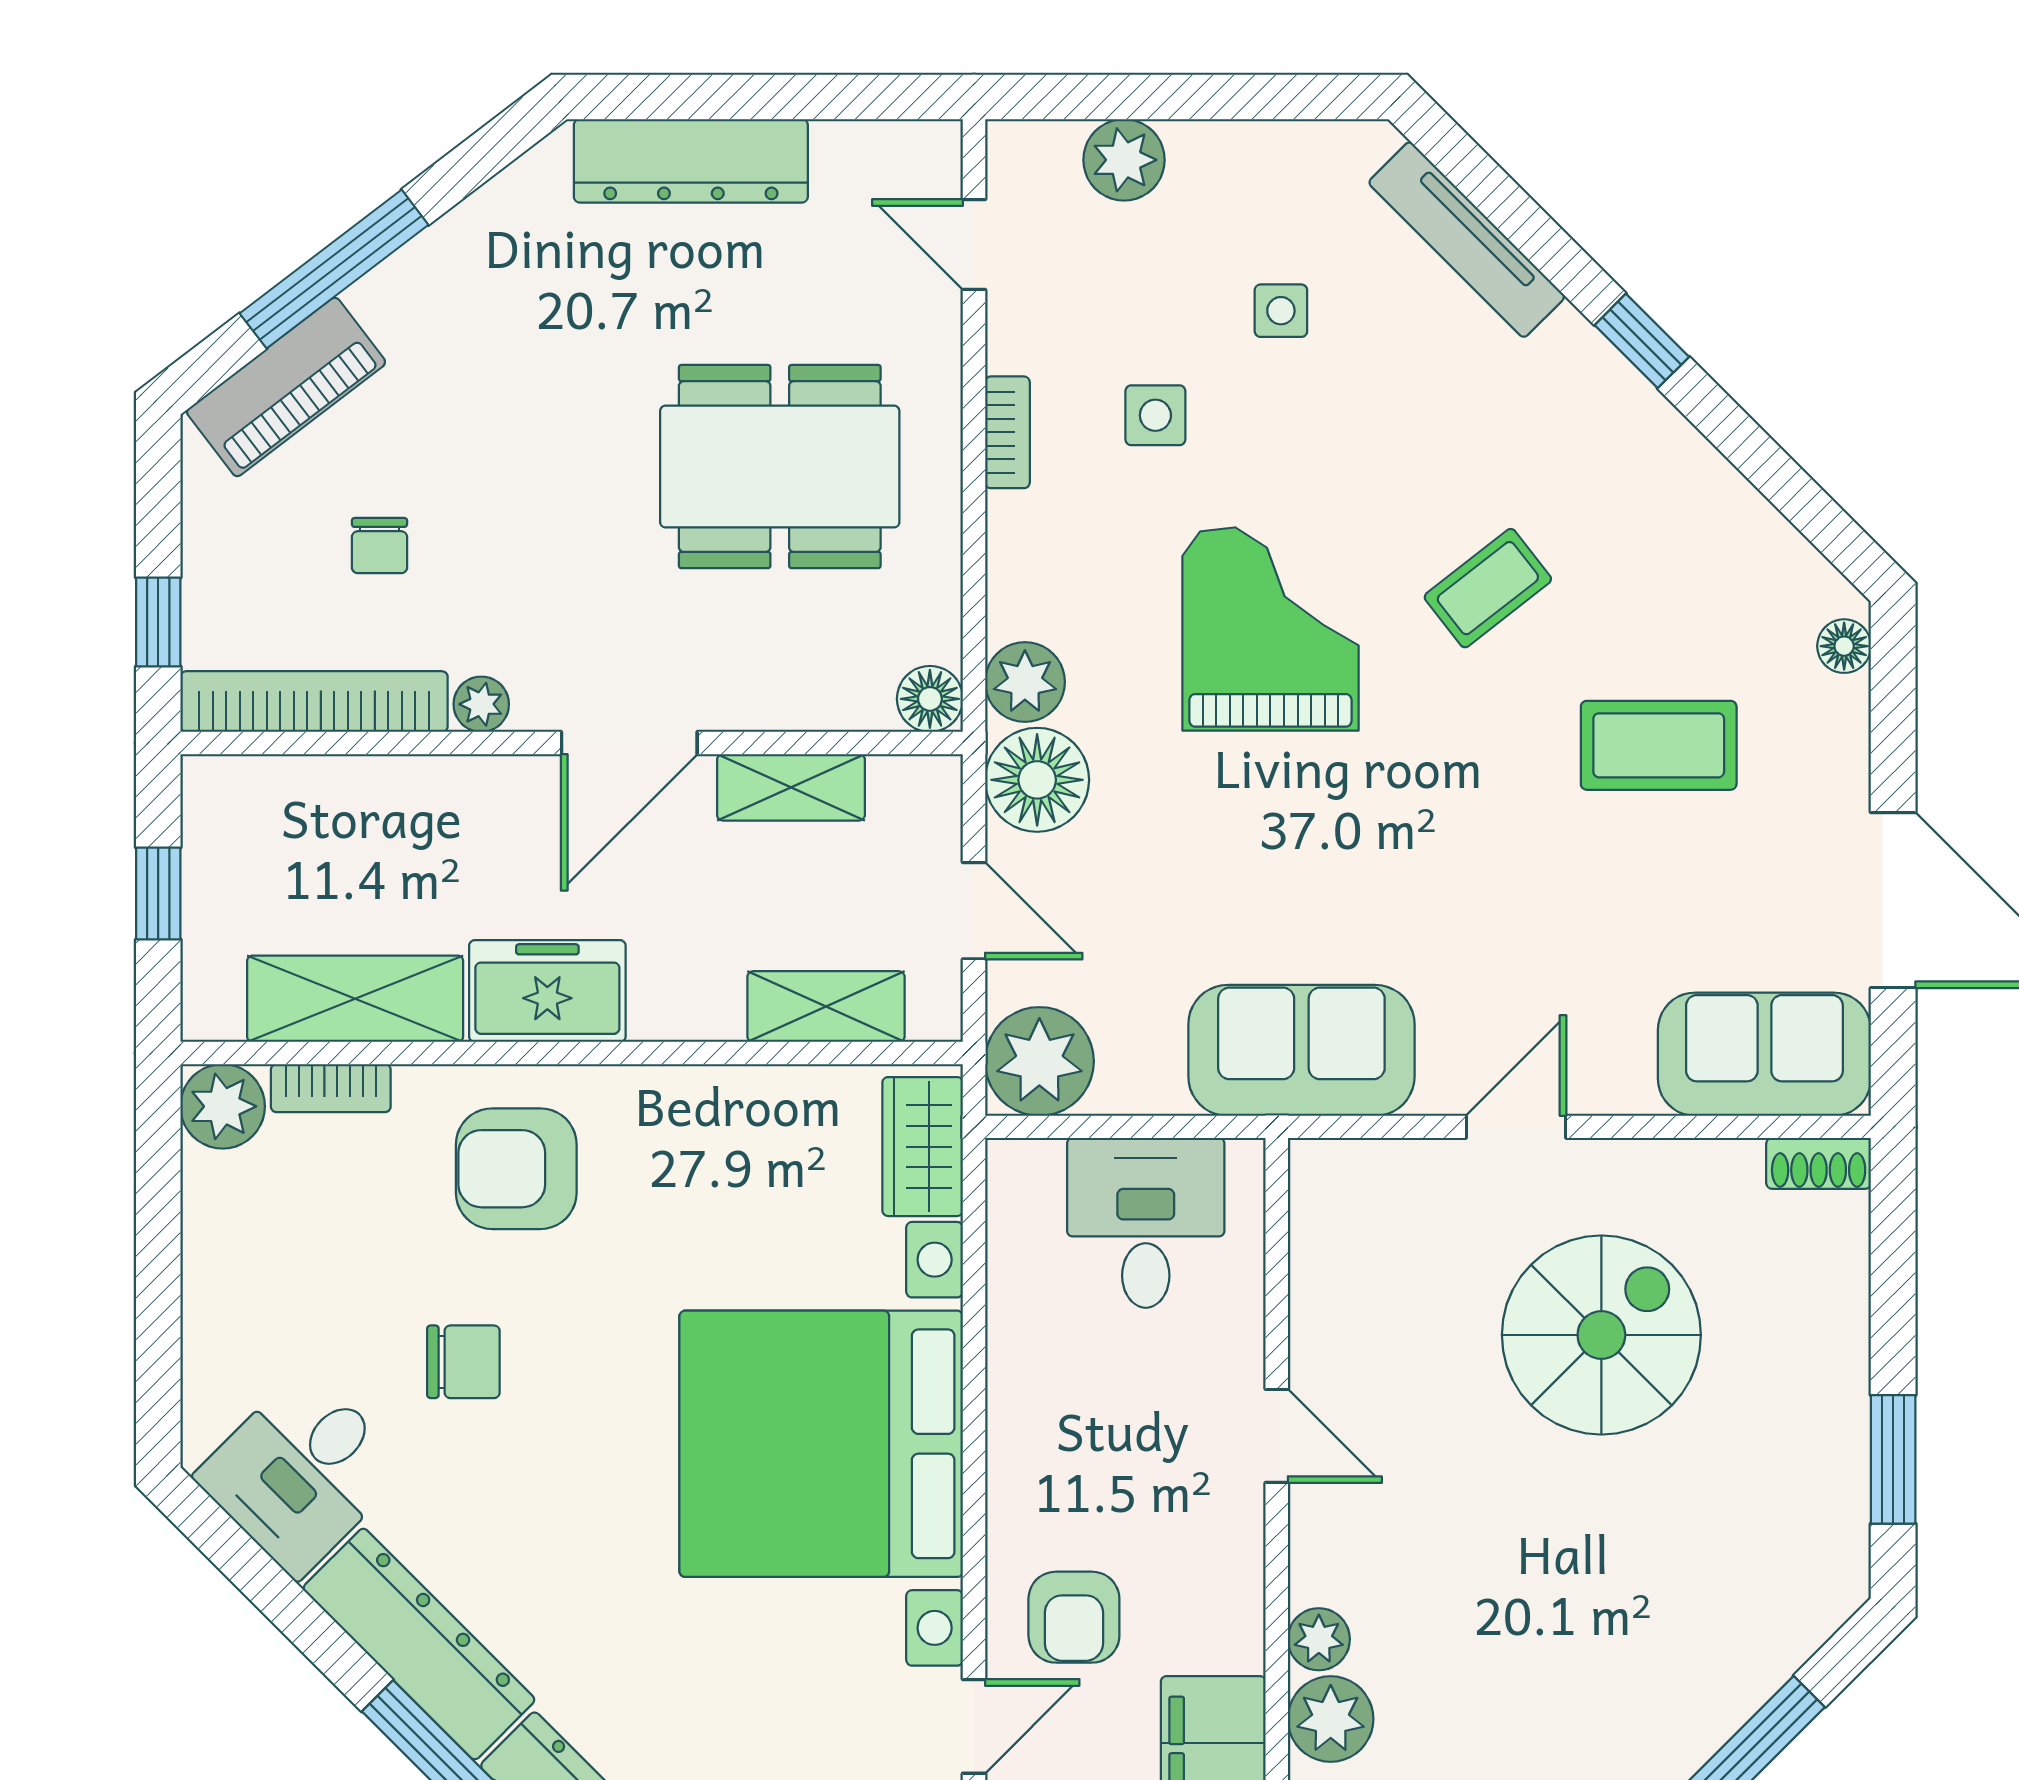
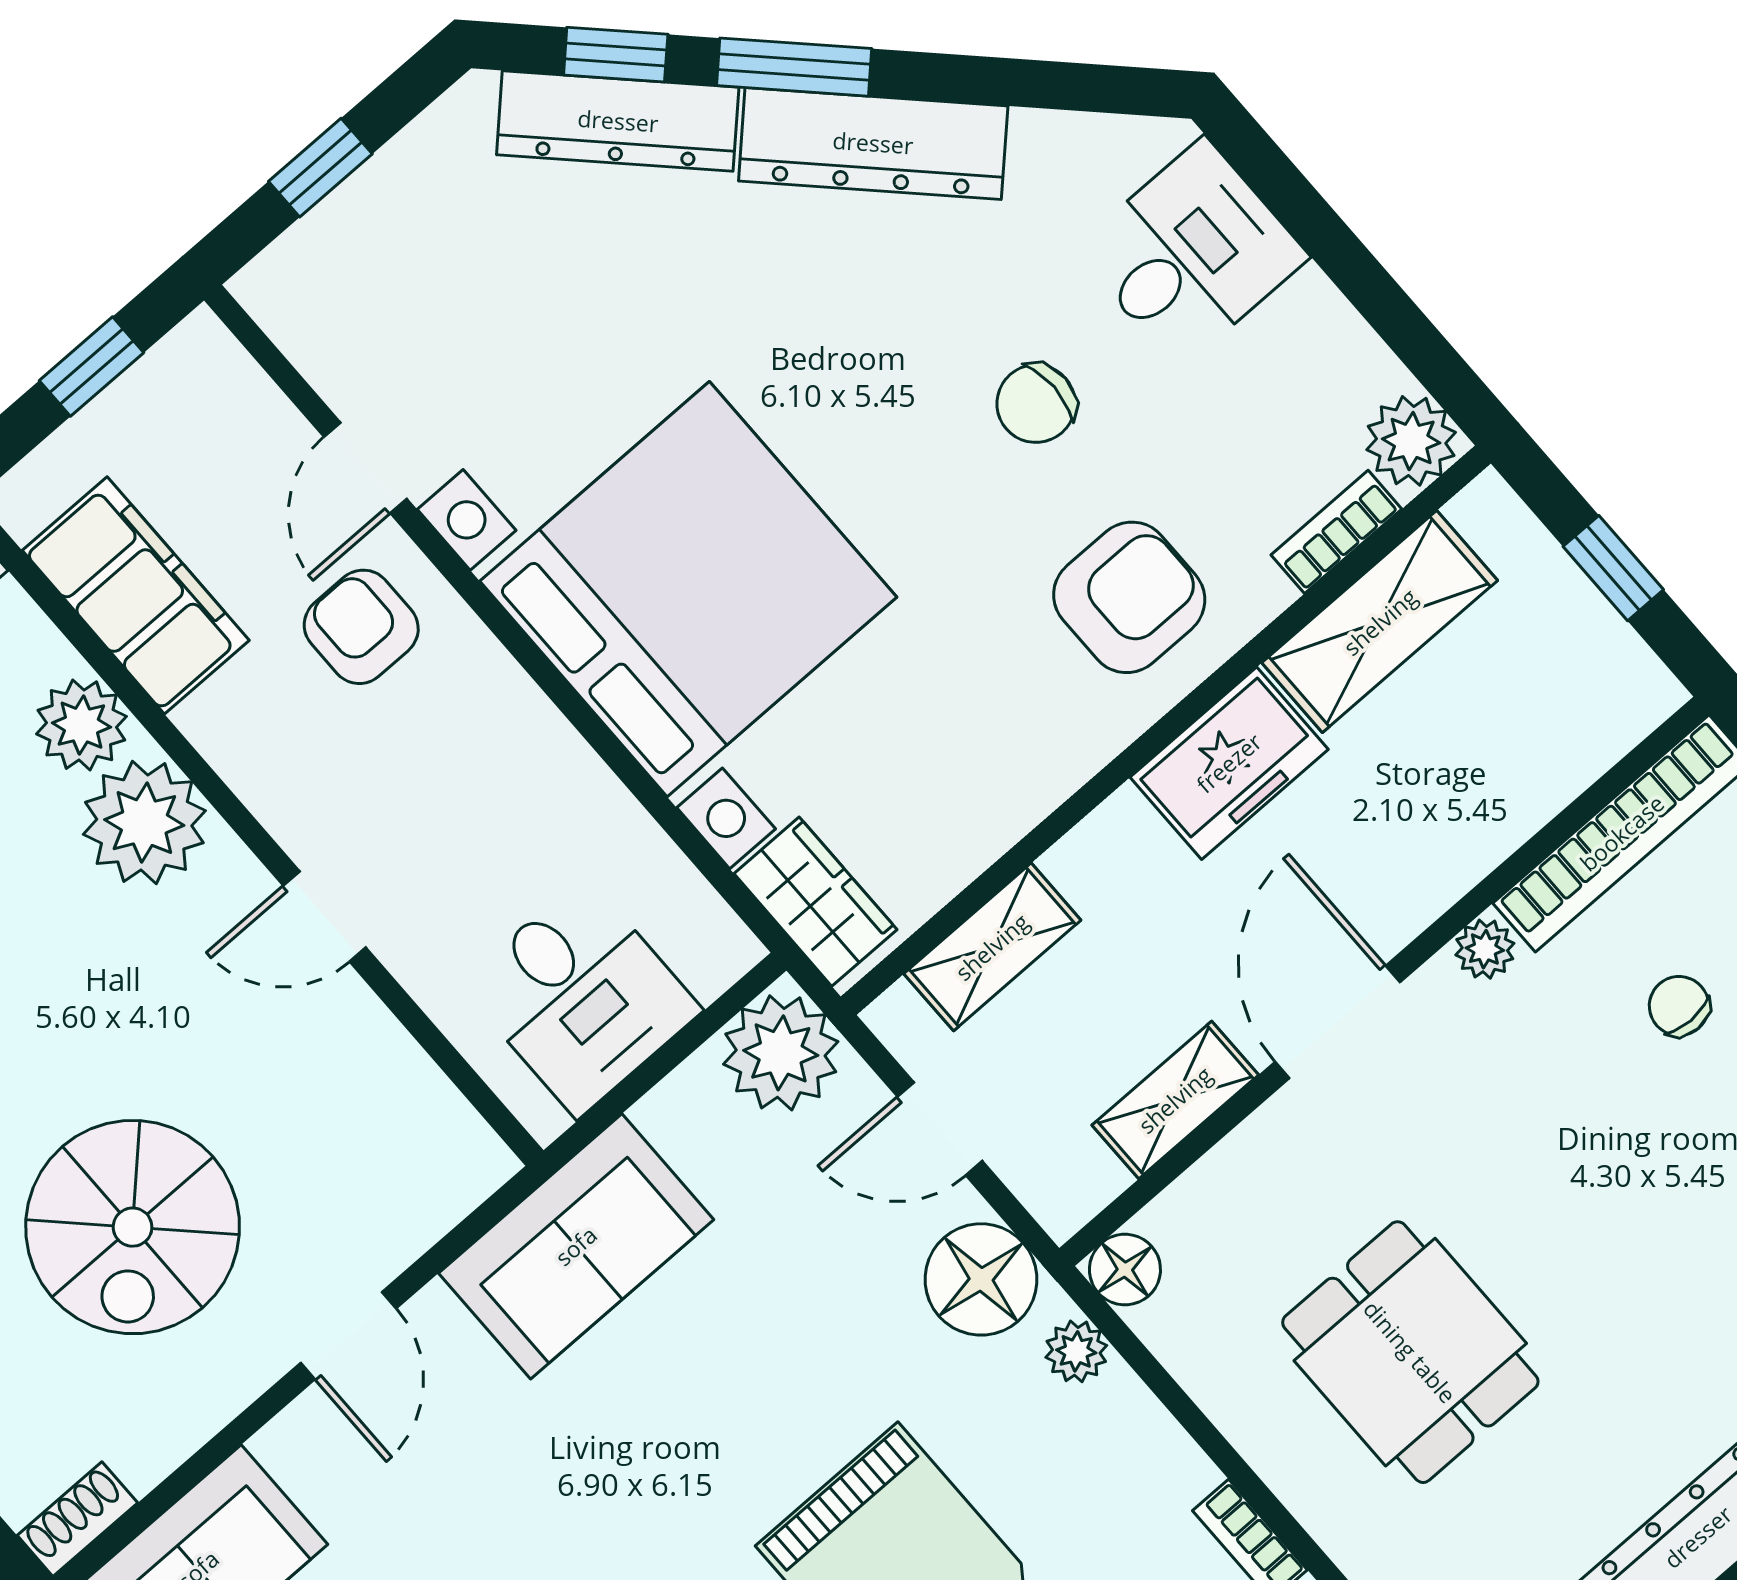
dining table: (780, 467) -> (1410, 1352), width x0.73
plant: (1025, 682) -> (1076, 1351), width x0.73, depth x0.73
desk: (301, 1472) -> (1191, 253), moved, turned 45
plant: (1319, 1639) -> (144, 823), width x1.88, depth x1.88

